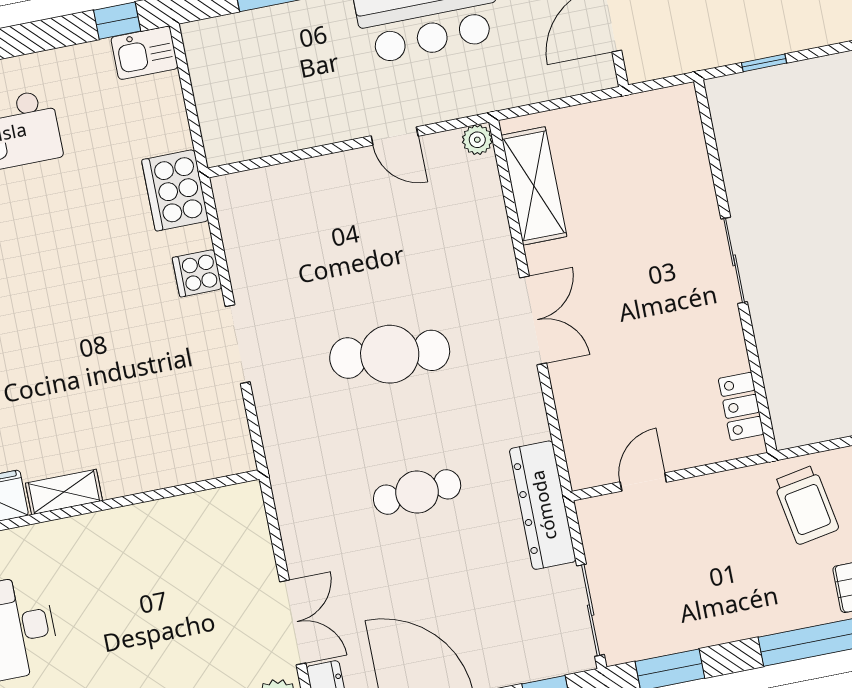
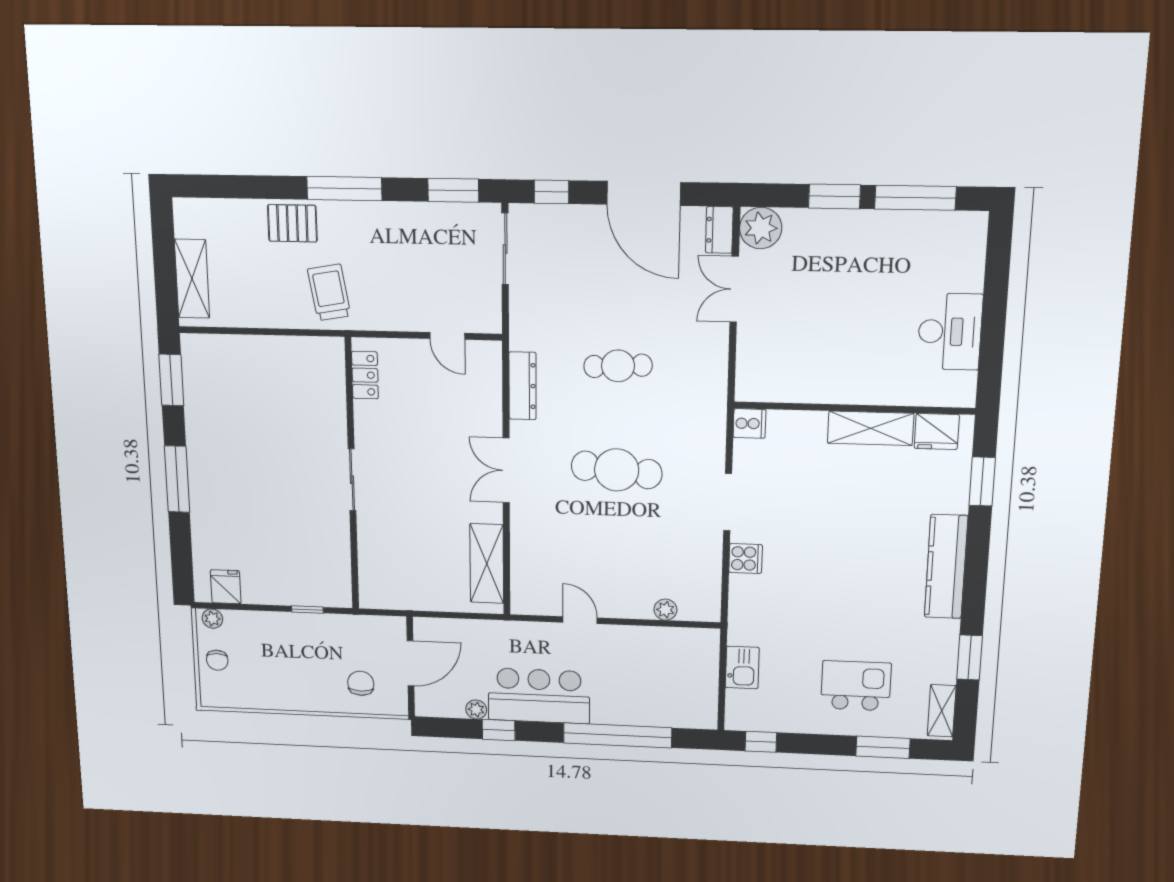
kitchen sink: (145, 53) -> (742, 667), moved, turned 90
plant: (477, 140) -> (665, 610), moved
cooker: (175, 190) -> (749, 423), moved, width x0.53, depth x0.76
door: (643, 482) -> (447, 336), hinge flipped
shelving: (64, 492) -> (871, 428), width x1.50, depth x1.33
dresser: (543, 505) -> (523, 386), moved, width x0.73, depth x0.80

